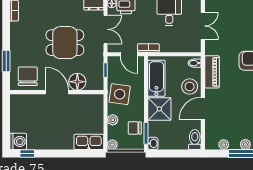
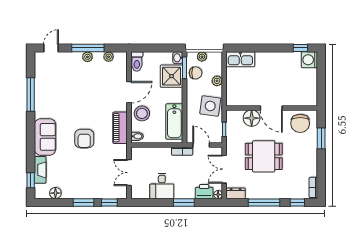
shower: (159, 109) -> (171, 76), moved
plant: (112, 145) -> (202, 57), moved

